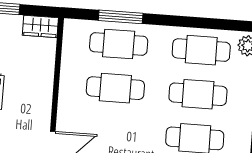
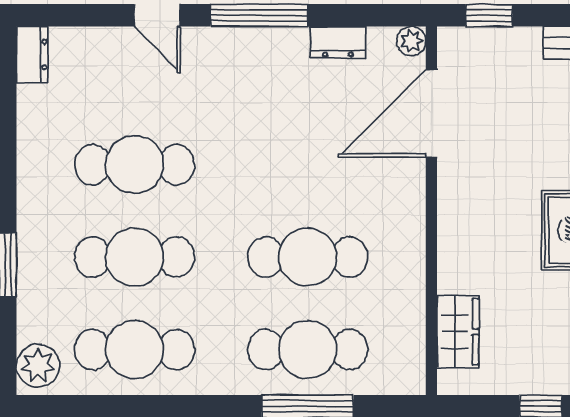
wardrobe: (40, 26) -> (458, 332), moved, turned 90

